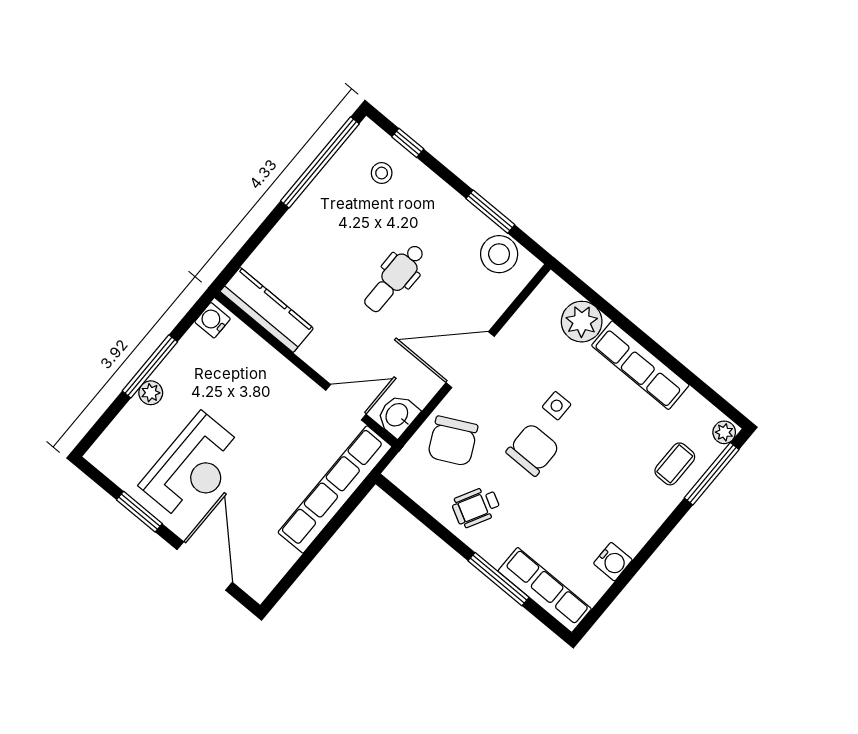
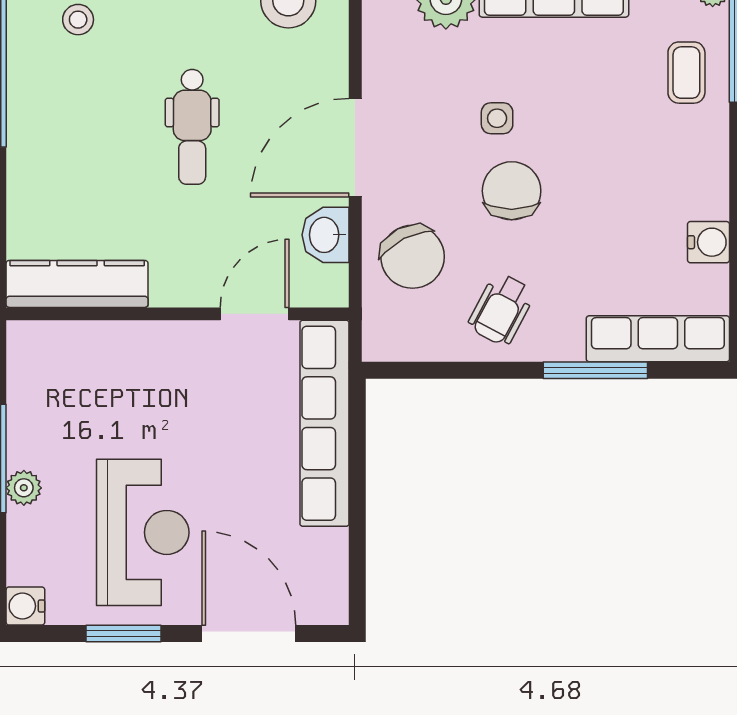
water cooler: (213, 320) -> (25, 606), moved
washbasin: (398, 415) -> (326, 235), moved

